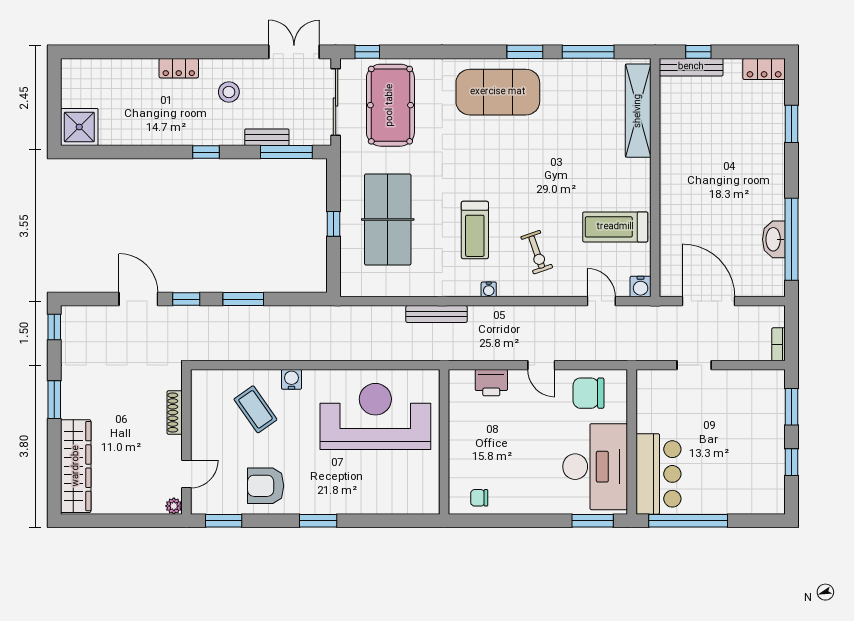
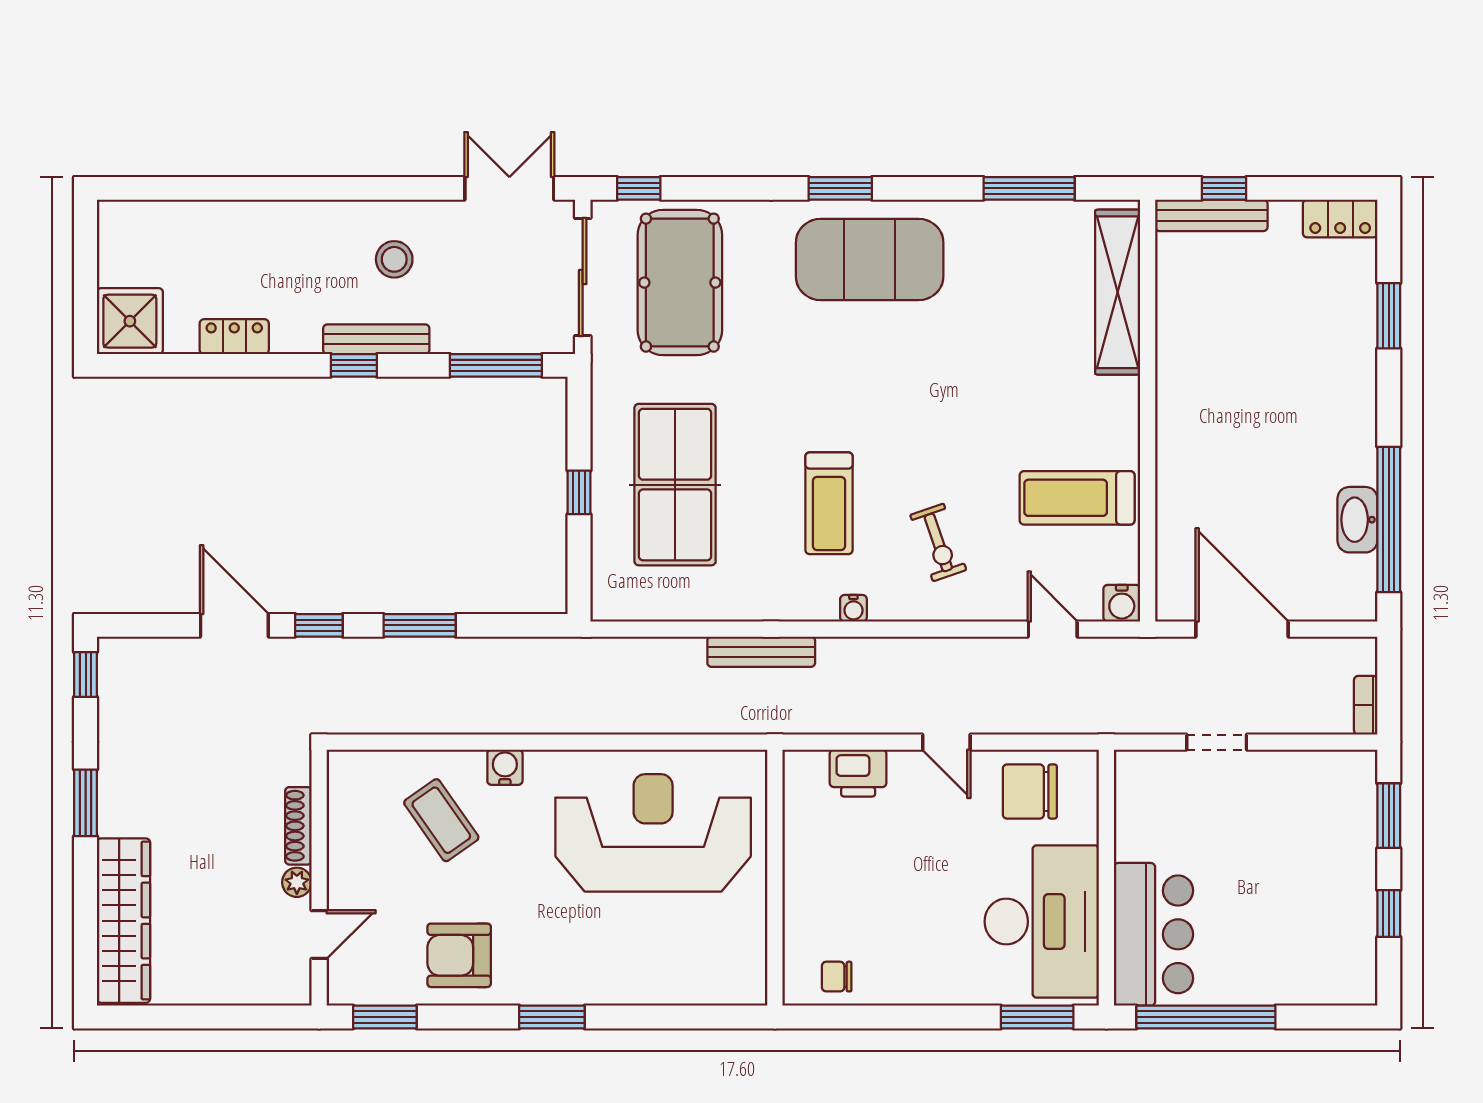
window: (525, 52) -> (840, 188), moved
locker: (179, 68) -> (234, 337), moved, turned 180
bench: (267, 137) -> (376, 339), moved, width x1.36
plant: (174, 506) -> (297, 882), moved

